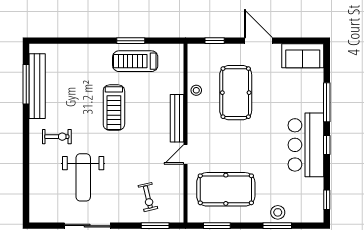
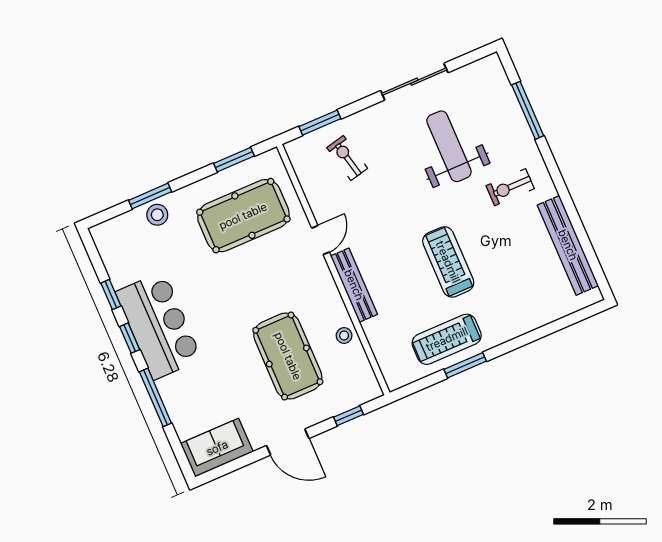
treadmill: (135, 61) -> (447, 339), turned 180
window: (26, 84) -> (528, 110), moved
window: (327, 200) -> (111, 295), moved

